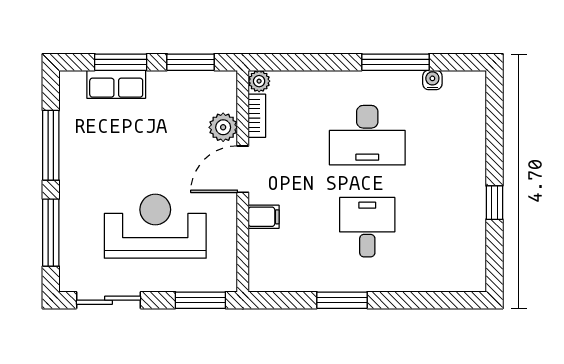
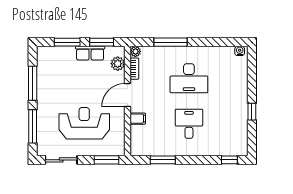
window: (395, 62) -> (171, 42), moved
water cooler: (432, 80) -> (240, 51), moved
row of seats: (116, 84) -> (90, 53), moved
plant: (223, 127) -> (118, 64), moved
window: (342, 300) -> (163, 160), moved
window: (449, 300) -> (229, 160), added

